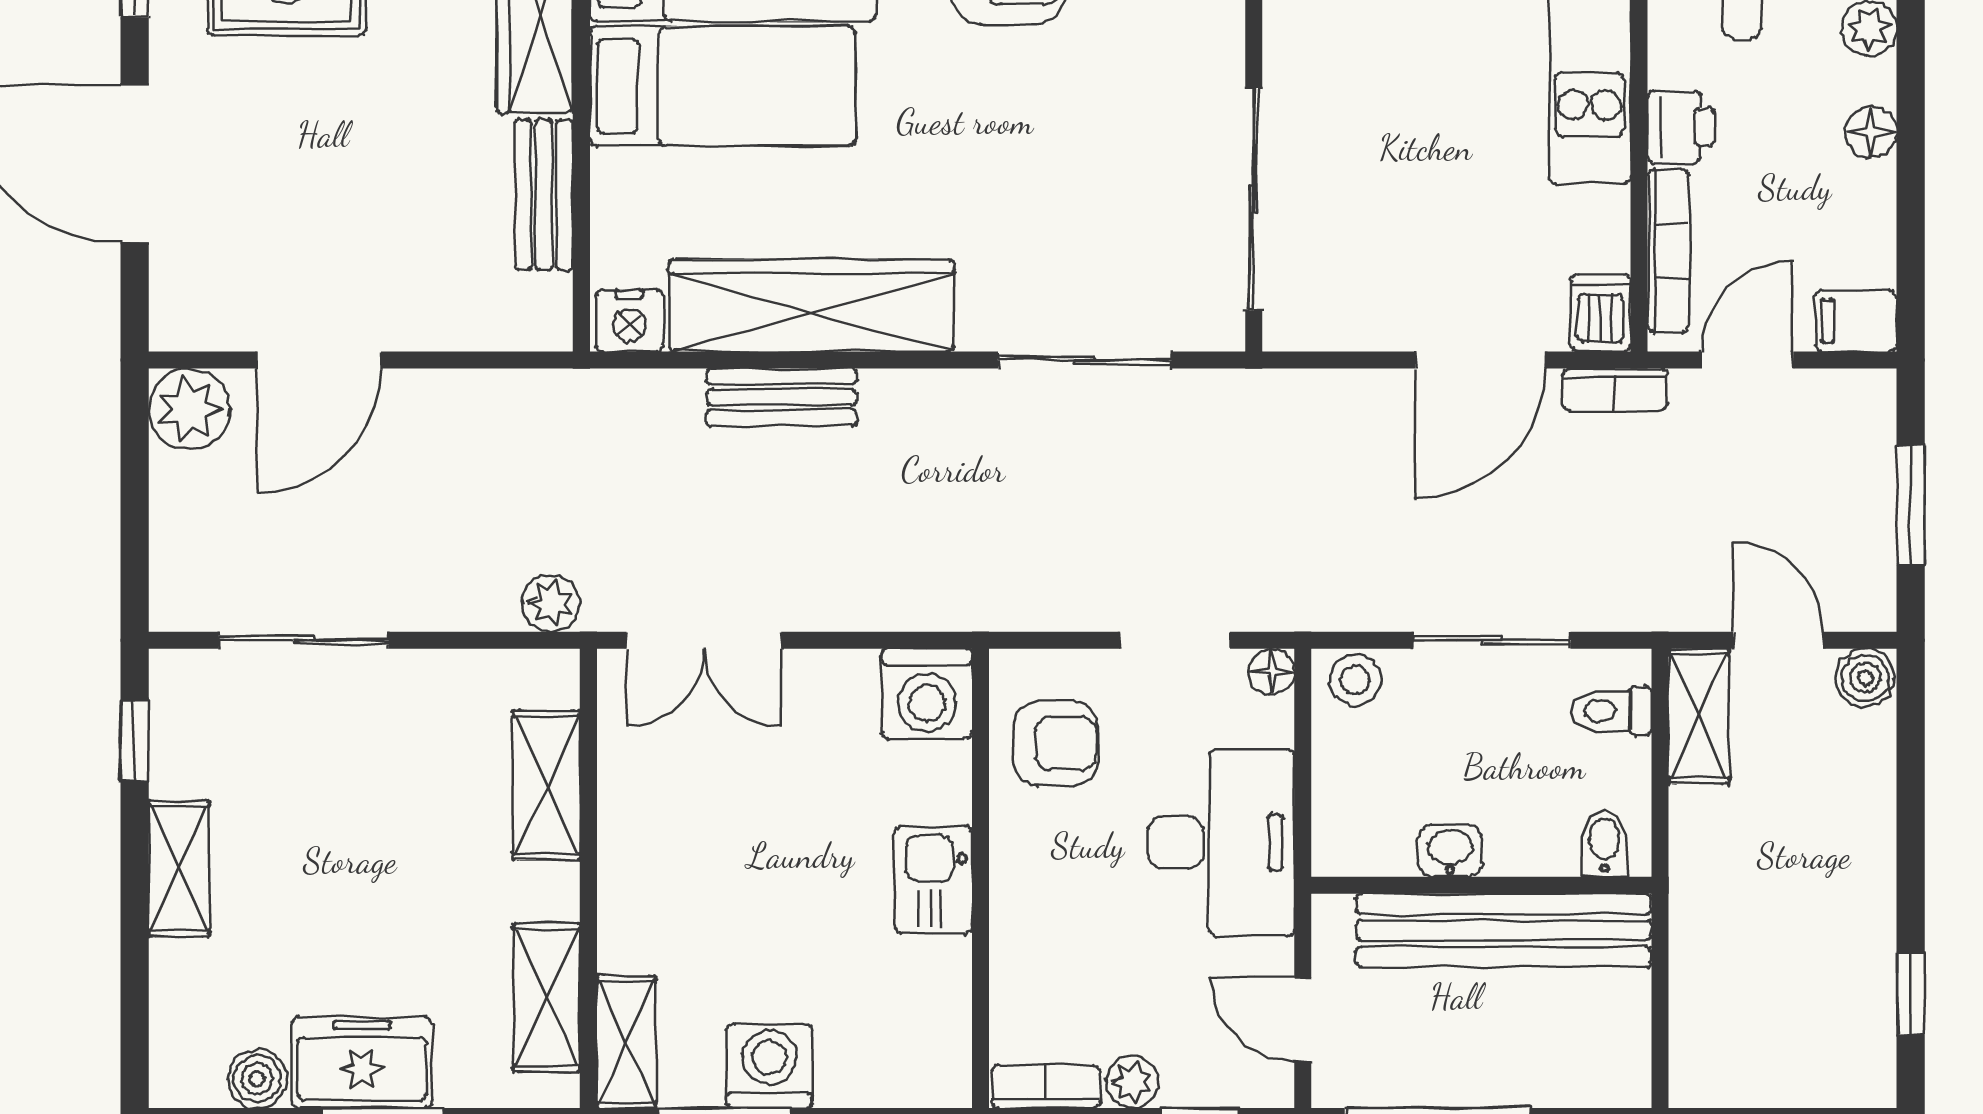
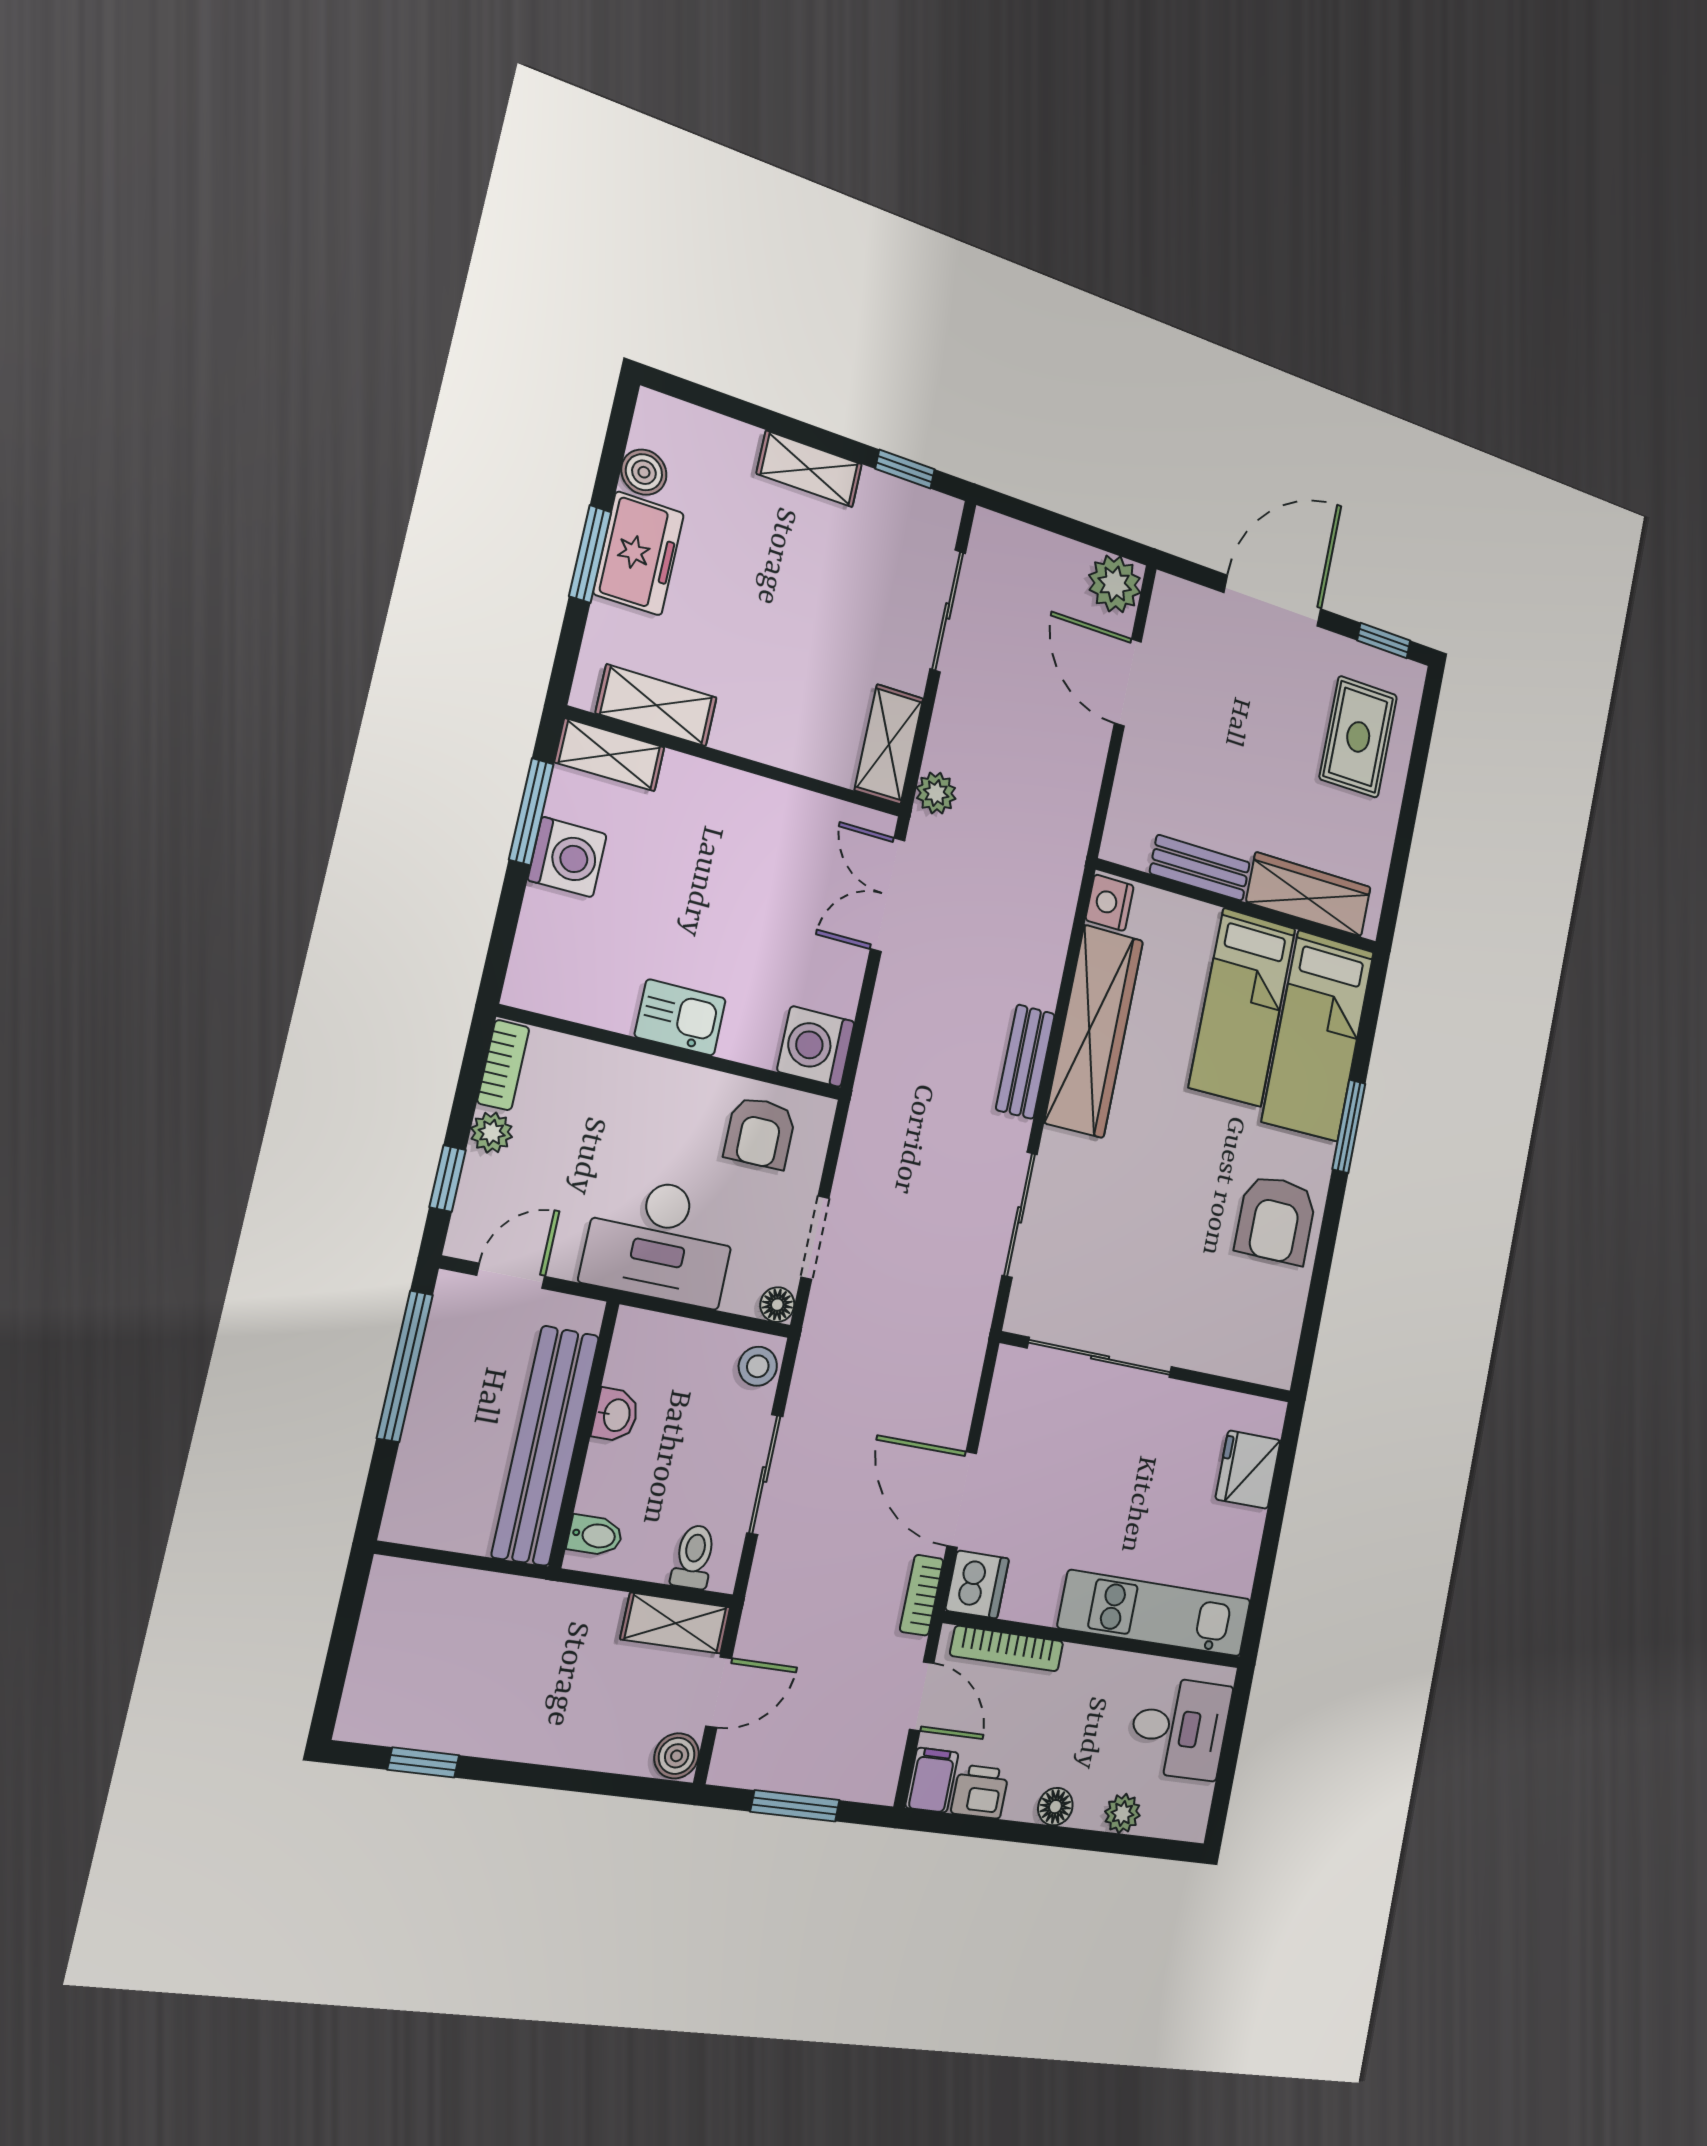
printer: (1681, 127) -> (980, 1792), moved, turned 180
dishwasher: (1600, 313) -> (977, 1584), width x1.38
bench: (782, 397) -> (1025, 1062), moved
shelving: (546, 785) -> (889, 744), moved, turned 90

